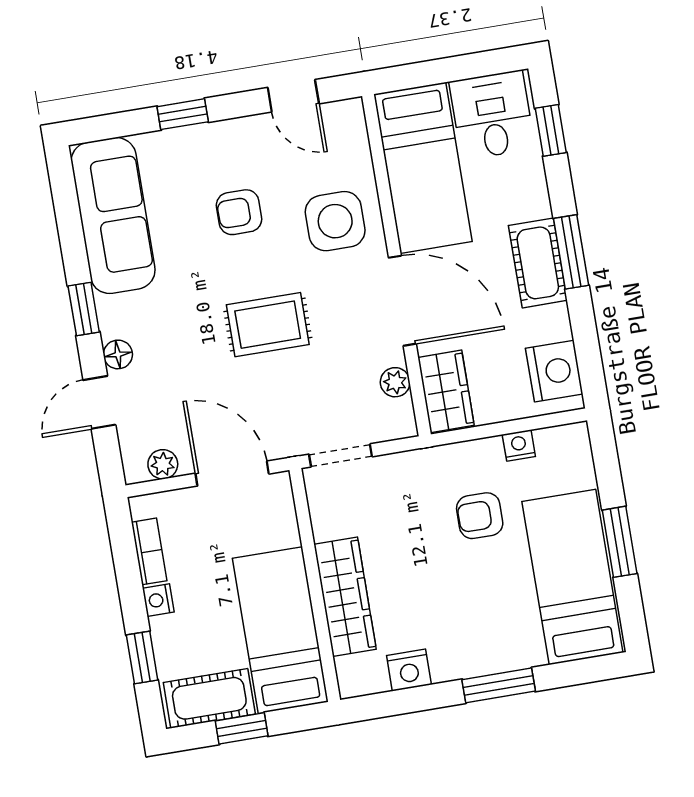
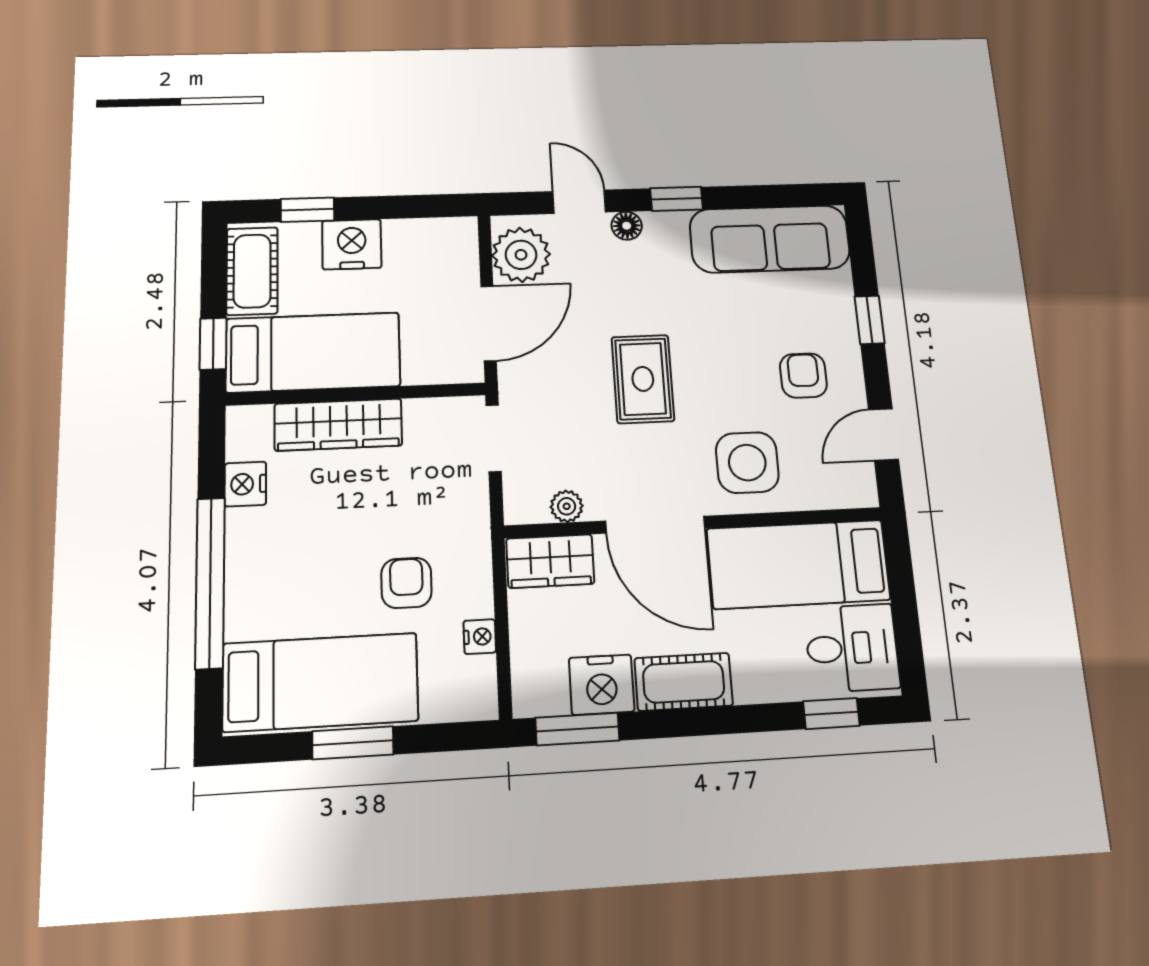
armchair: (239, 212) -> (803, 376), moved
window: (571, 252) -> (577, 729), moved
door: (402, 301) -> (655, 525), hinge flipped
nightstand: (554, 371) -> (602, 685), moved
plant: (163, 464) -> (521, 255), width x1.88, depth x1.88
bookcase: (149, 551) -> (418, 231), removed
nightstand: (158, 600) -> (352, 244), width x1.89, depth x1.79
window: (499, 685) -> (210, 582), width x2.11
window: (242, 728) -> (213, 344), moved

